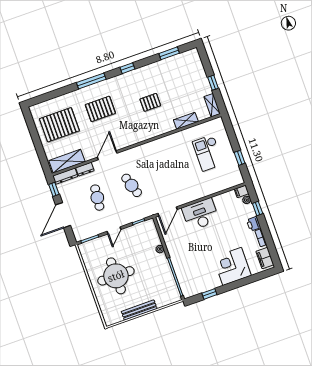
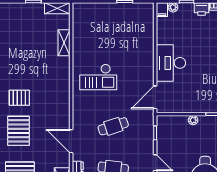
pallet: (150, 102) -> (19, 98), moved, turned 90
checkout: (208, 153) -> (98, 77), moved
door: (168, 211) -> (155, 97), swing flipped

